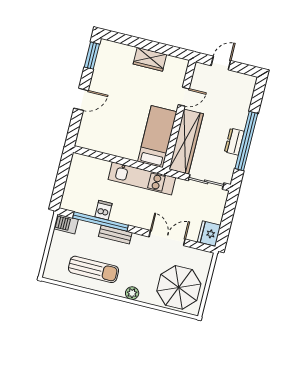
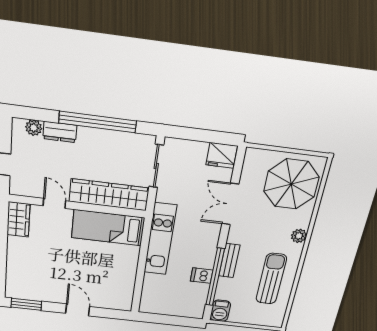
wardrobe: (150, 59) -> (18, 219), moved
plant: (247, 92) -> (34, 128), added
dresser: (234, 142) -> (60, 132), moved

